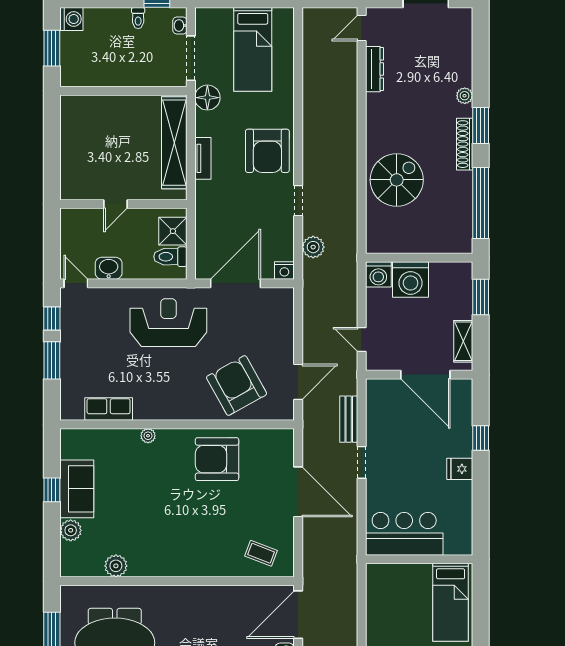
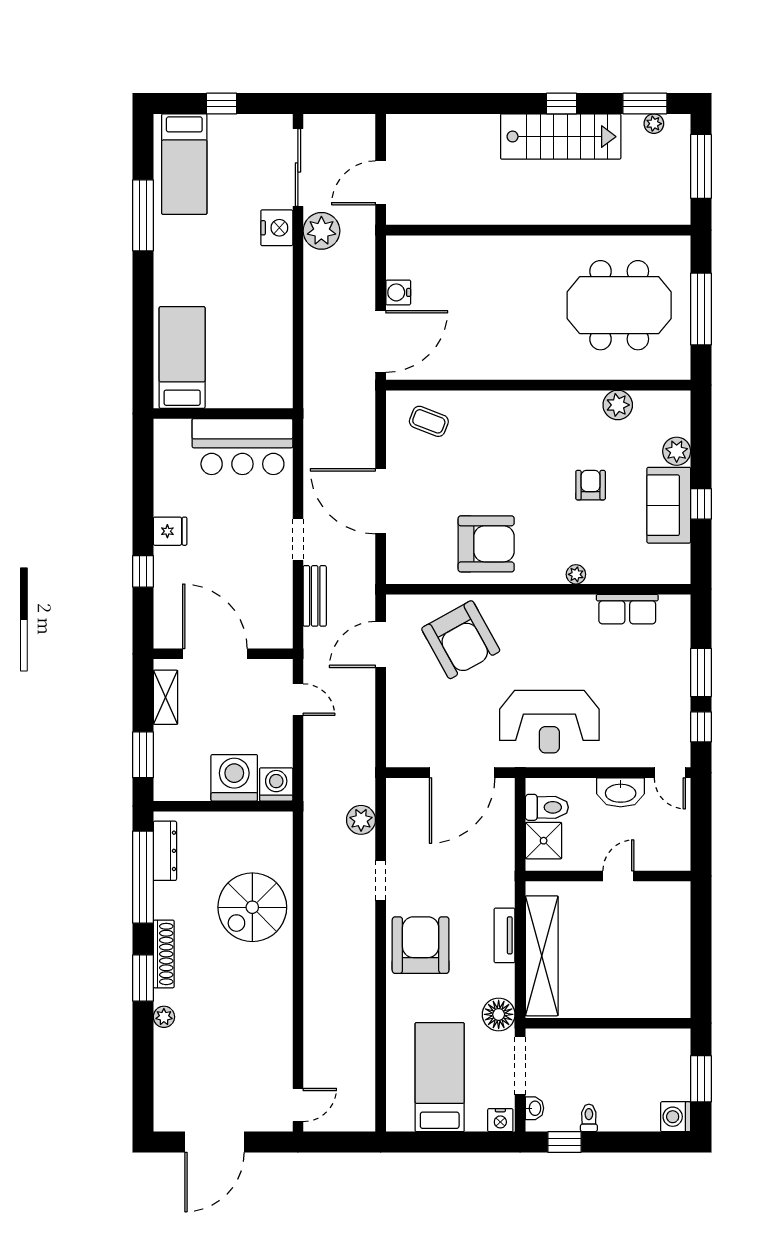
dresser: (374, 69) -> (165, 851), moved, turned 180
washbasin: (109, 268) -> (621, 792), width x1.38
nightstand: (284, 270) -> (500, 1120), moved, turned 180
armchair: (137, 504) -> (591, 485), added

